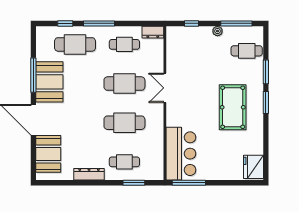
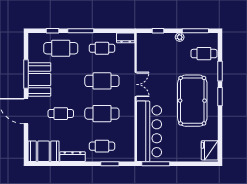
double door: (165, 88) -> (136, 84), swing flipped
pool table: (233, 107) -> (192, 101), width x1.36, depth x1.32
cafe table: (75, 123) -> (61, 114), added
booth: (48, 154) -> (44, 151), moved, turned 90
bar counter: (181, 154) -> (149, 131), width x1.36

